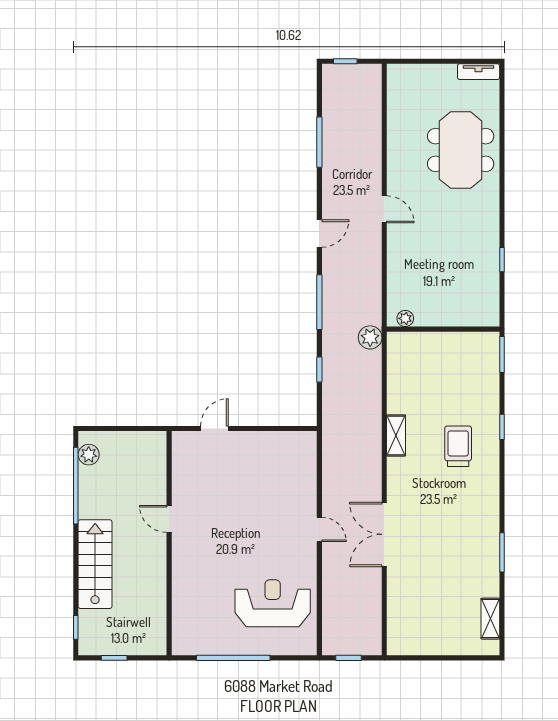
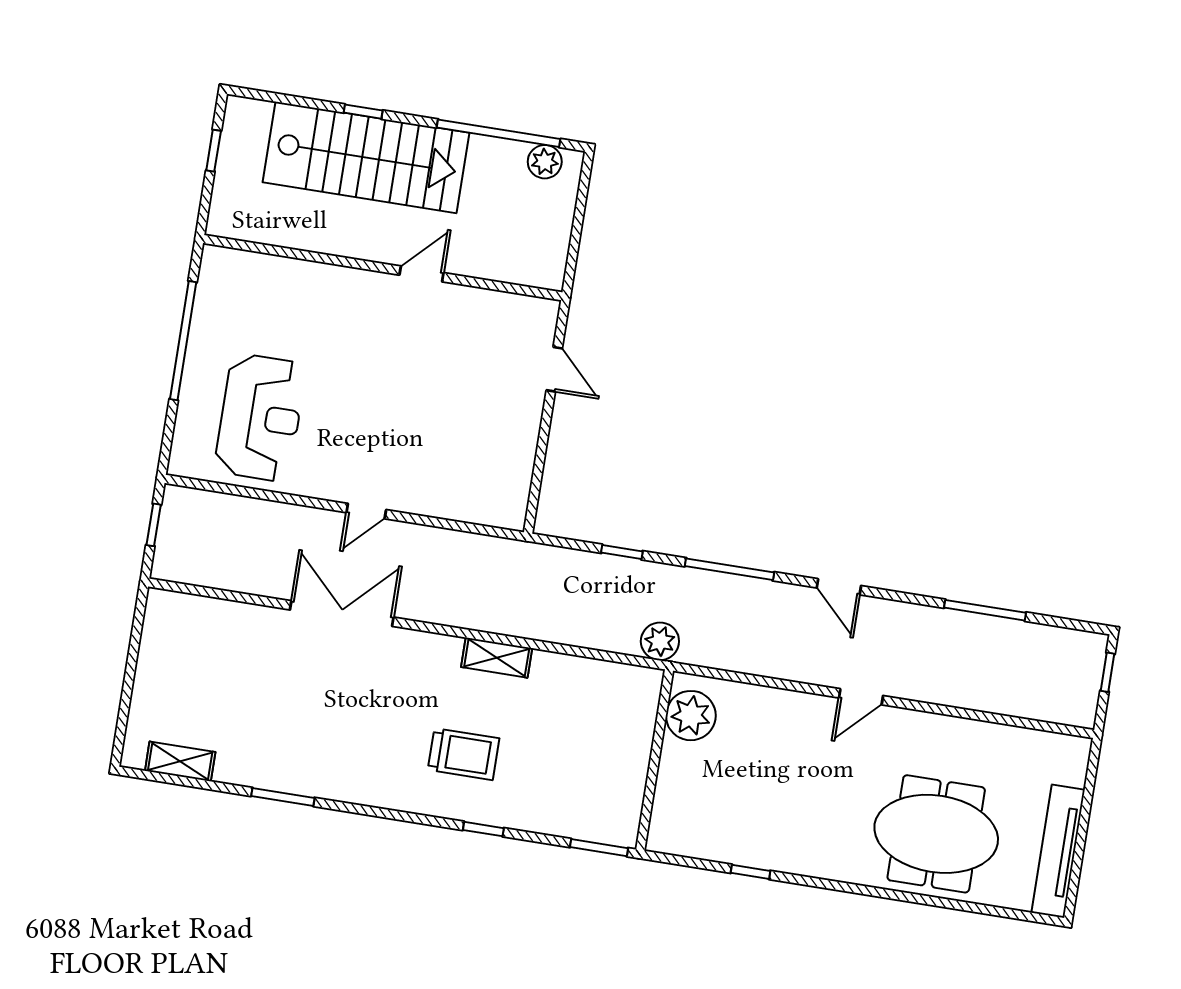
tv unit: (479, 72) -> (1058, 851), width x1.92, depth x1.29
plant: (405, 318) -> (691, 716), width x1.87, depth x1.87
stairs: (95, 564) -> (366, 157), width x1.36, depth x1.51
window: (76, 627) -> (363, 112), moved

